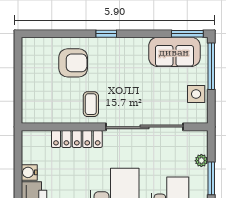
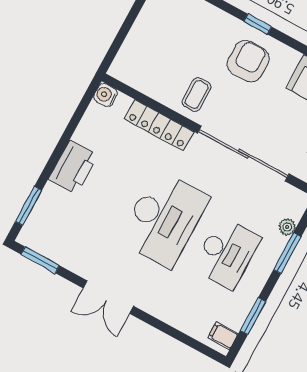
armchair: (73, 63) -> (248, 61), moved, turned -90
water cooler: (29, 172) -> (106, 95), moved

